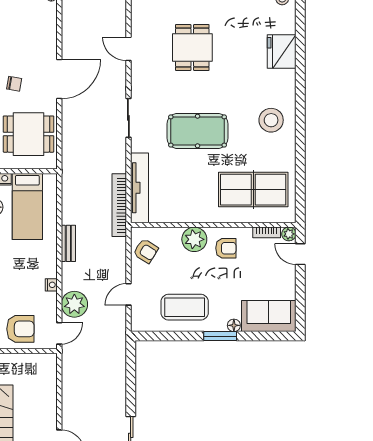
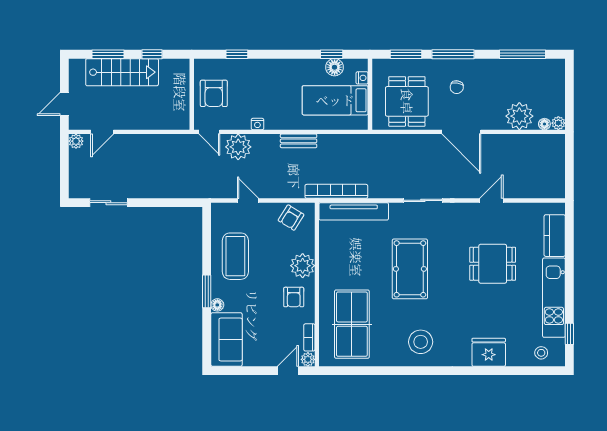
plant: (43, 20) -> (519, 116), added

